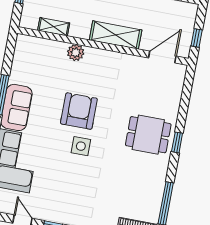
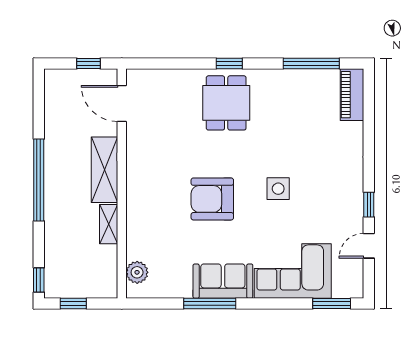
shelving: (54, 27) -> (109, 224), moved
plant: (76, 53) -> (137, 272), moved
side table: (81, 146) -> (278, 189), moved

